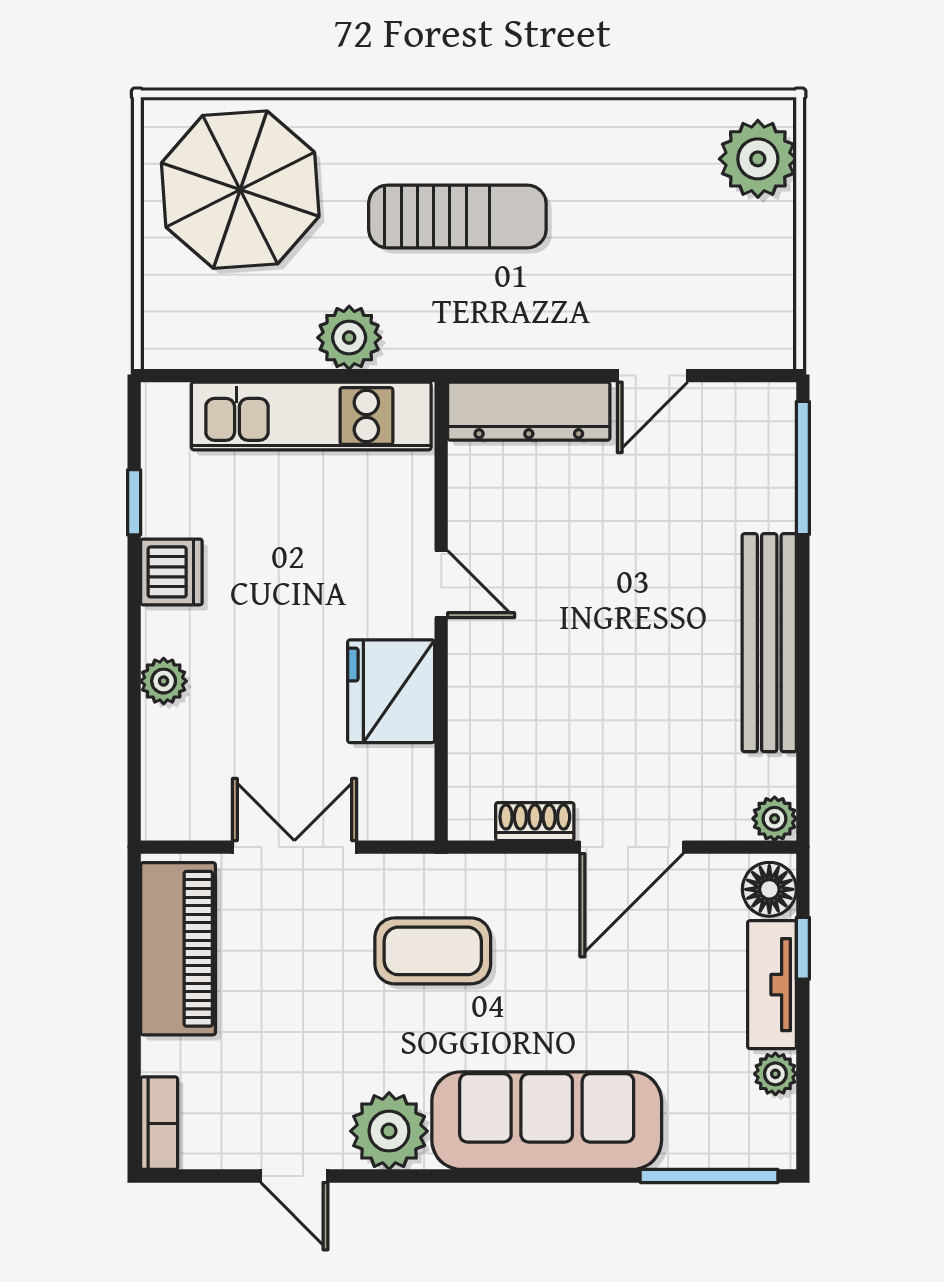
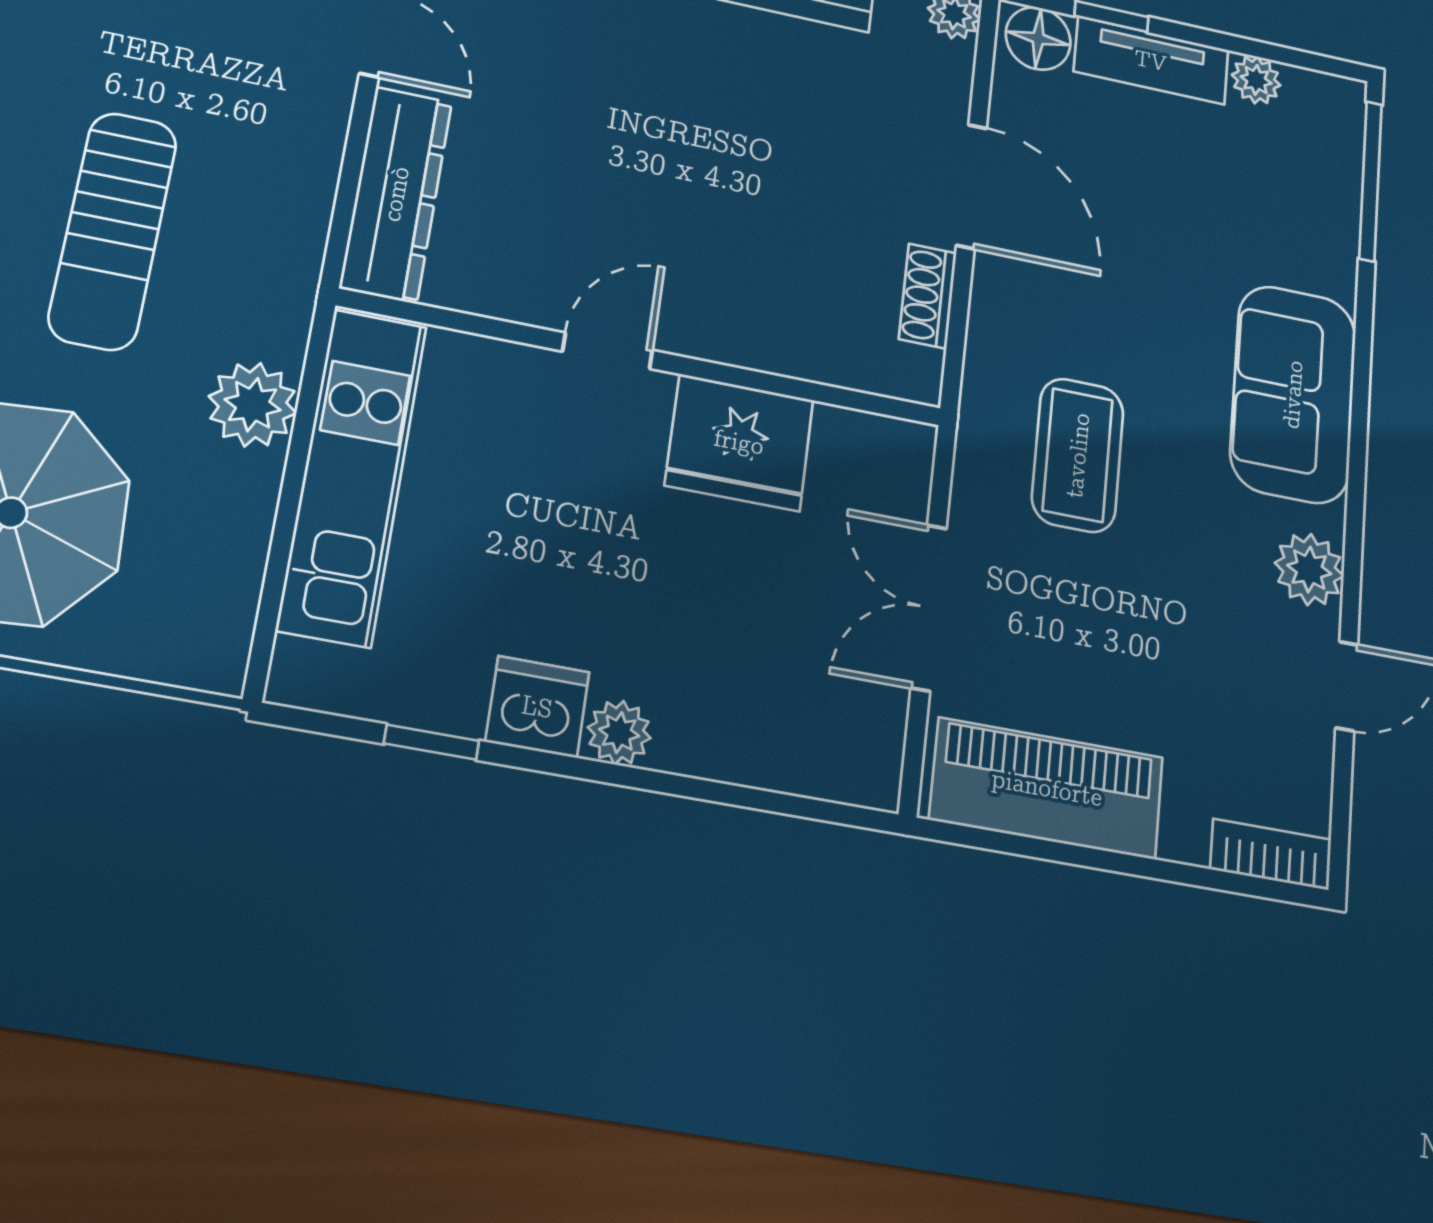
sun lounger: (457, 216) -> (113, 230), turned 180
plant: (164, 681) -> (619, 733), moved
sofa: (547, 1121) -> (1293, 394), width x0.73
plant: (389, 1131) -> (1309, 569), width x0.73, depth x0.73

